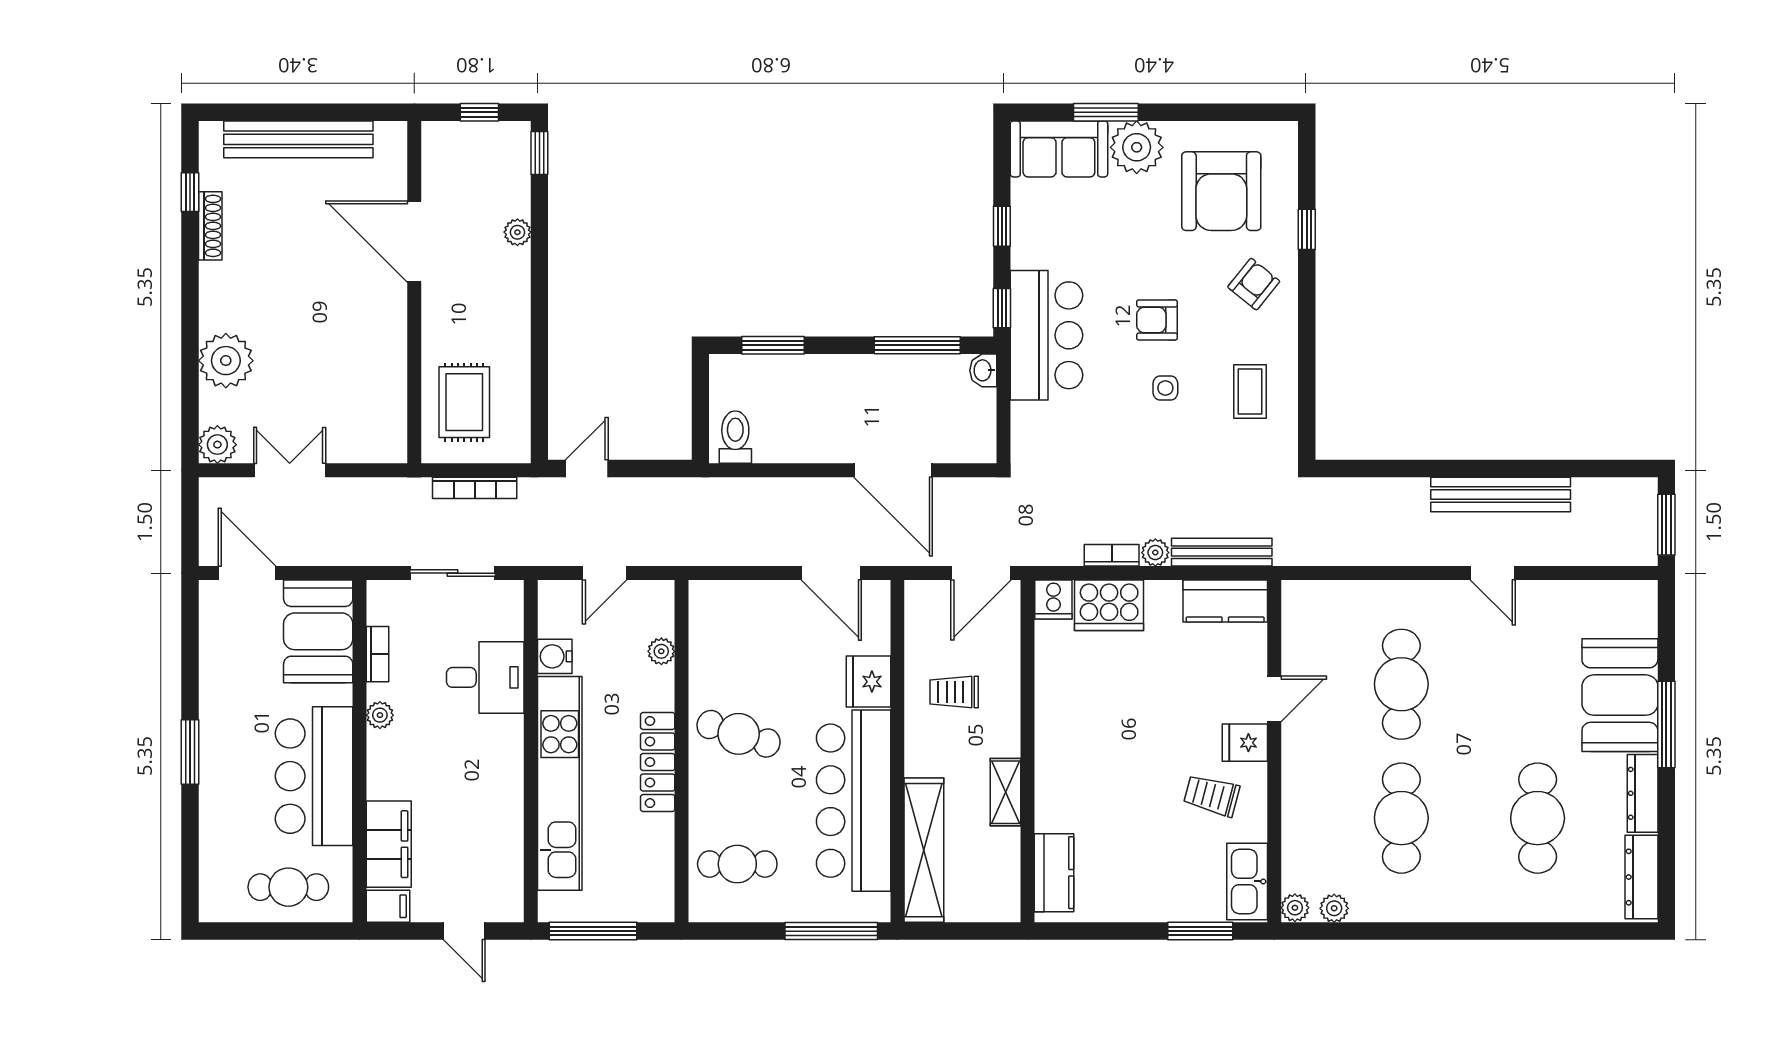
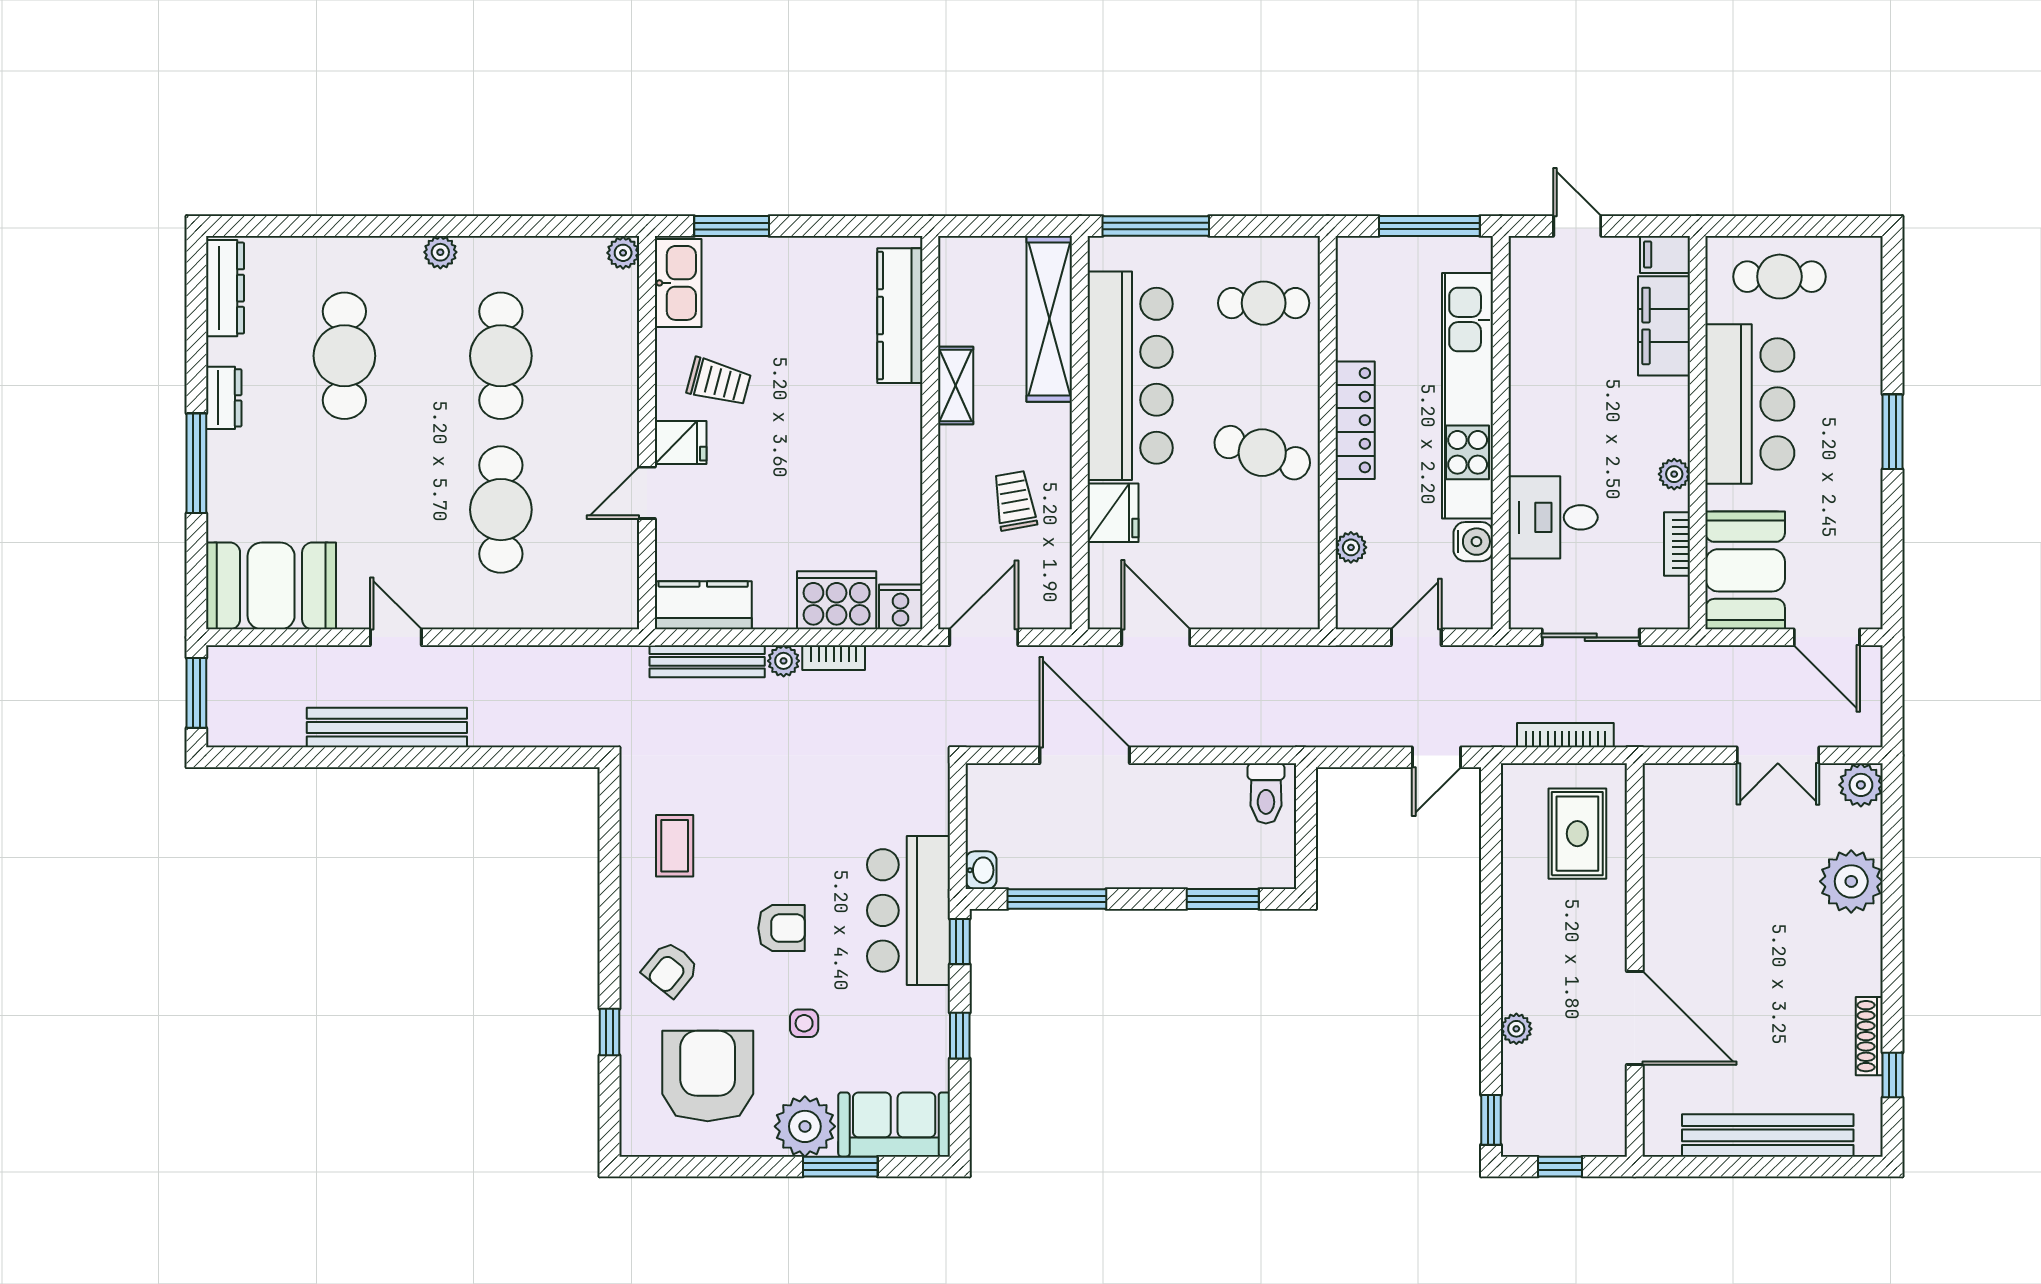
side table: (1165, 388) -> (804, 1023), moved
trolley: (954, 692) -> (1015, 501), turned -100
booth: (1620, 695) -> (271, 586), moved, turned 90
dresser: (1643, 793) -> (224, 398), width x0.70
kitchen counter: (1054, 873) -> (900, 316), width x1.50
plant: (1334, 908) -> (440, 252), moved

